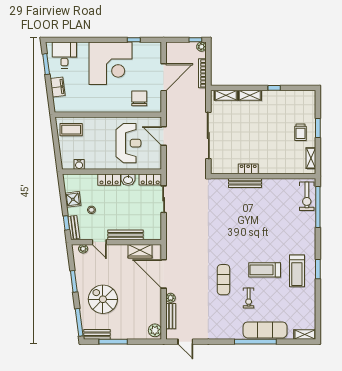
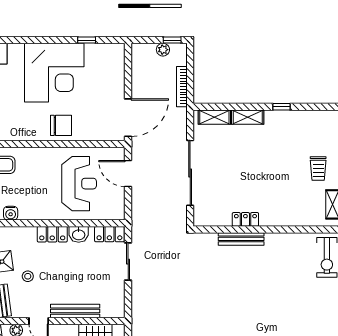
plant: (201, 47) -> (163, 50), moved
door: (164, 77) -> (128, 118), moved
chair: (139, 98) -> (61, 125), moved, turned 90

